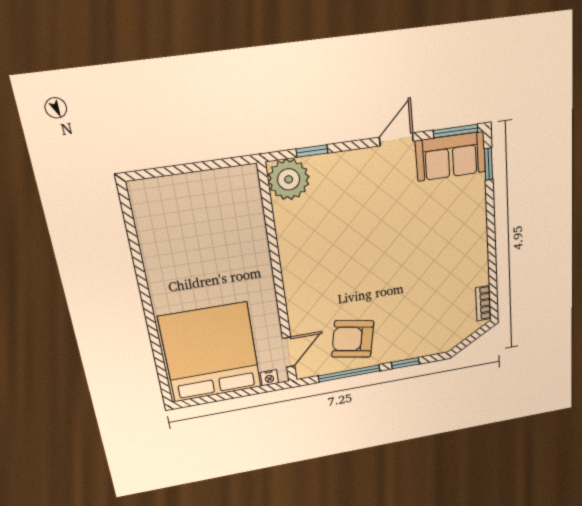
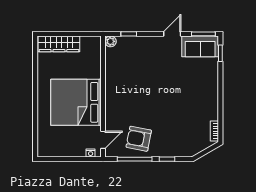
plant: (289, 179) -> (111, 41), width x0.53, depth x0.53
wardrobe: (174, 191) -> (59, 44), added
bed: (210, 352) -> (76, 102), moved, turned -90

